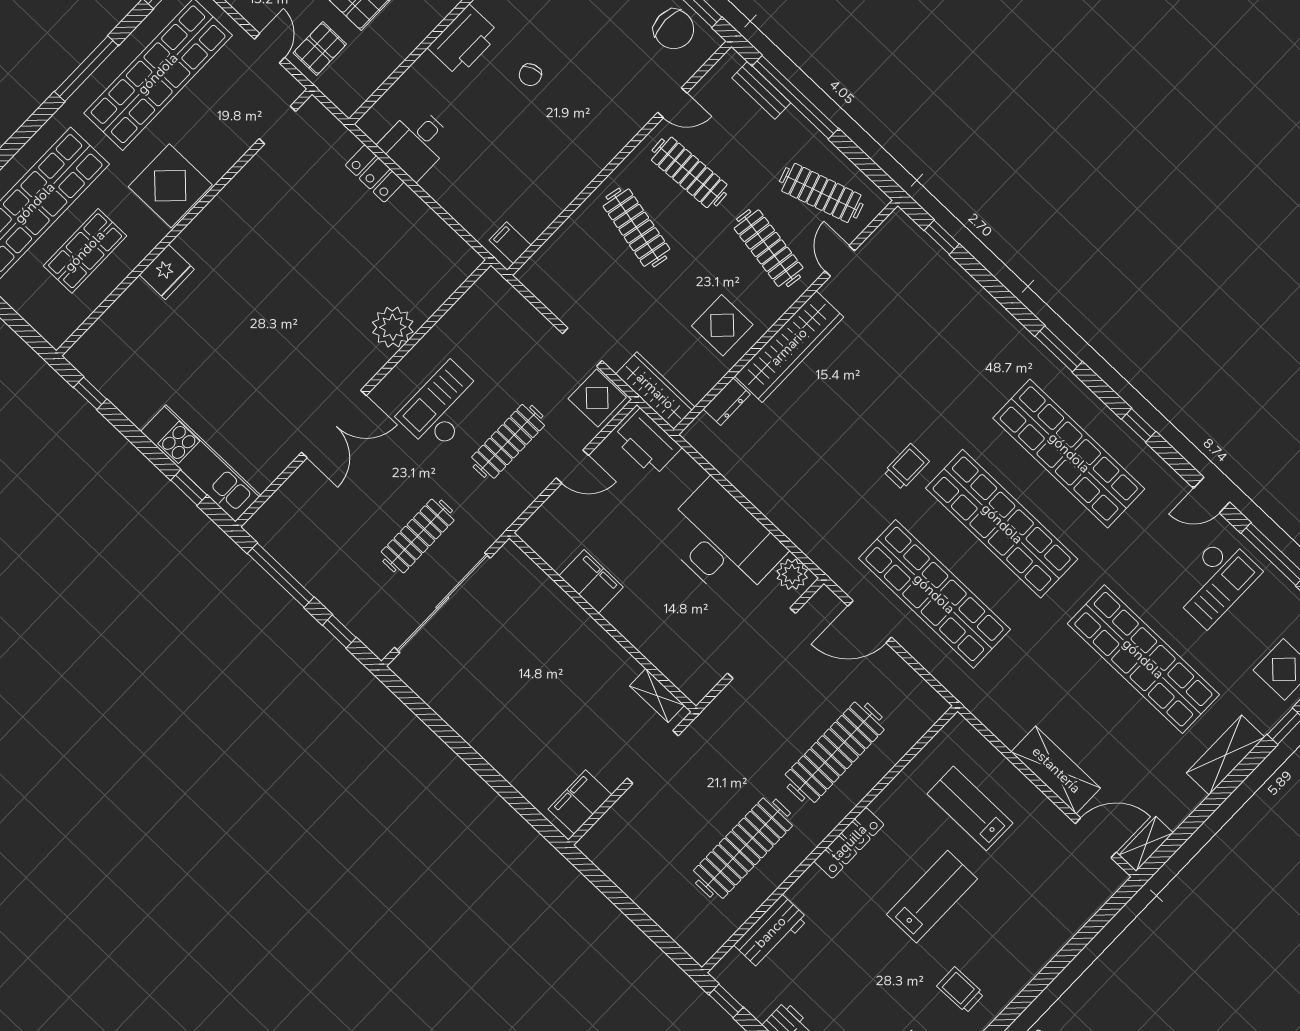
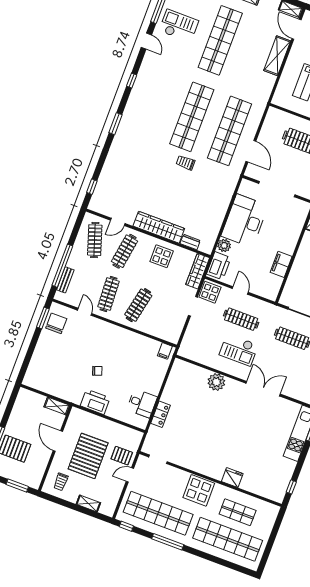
shop shelf: (1069, 453) -> (154, 103), removed
plant: (792, 574) -> (224, 245), moved

